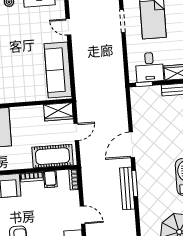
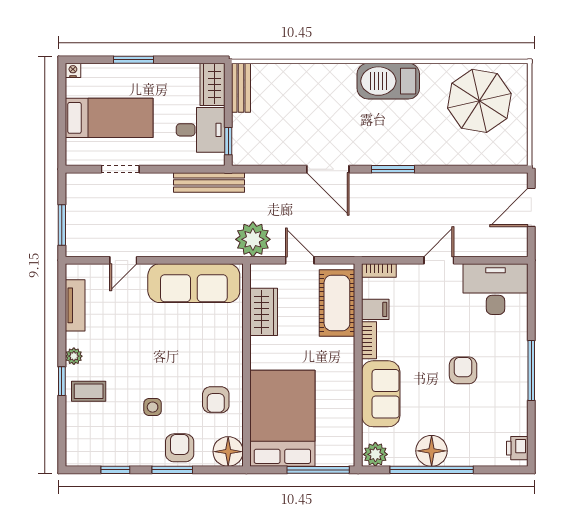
plant: (87, 103) -> (253, 239), added
wardrobe: (58, 112) -> (264, 312), moved
bench: (127, 188) -> (209, 182), moved

